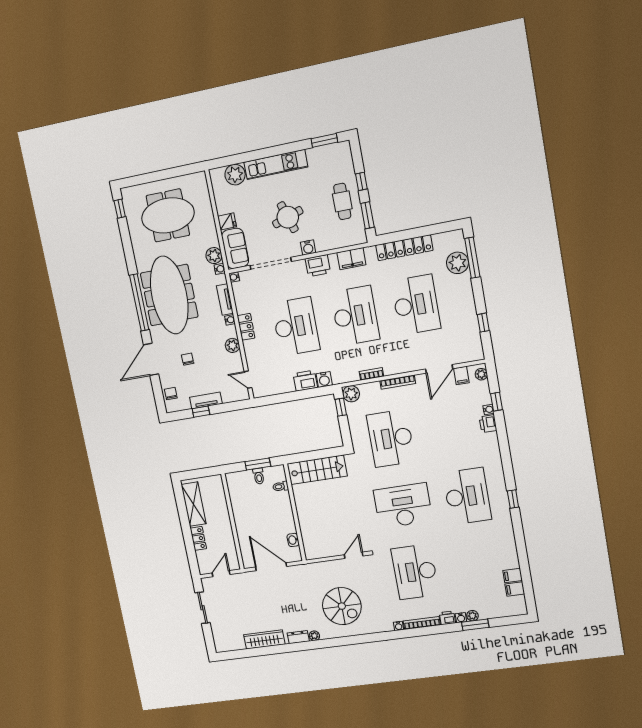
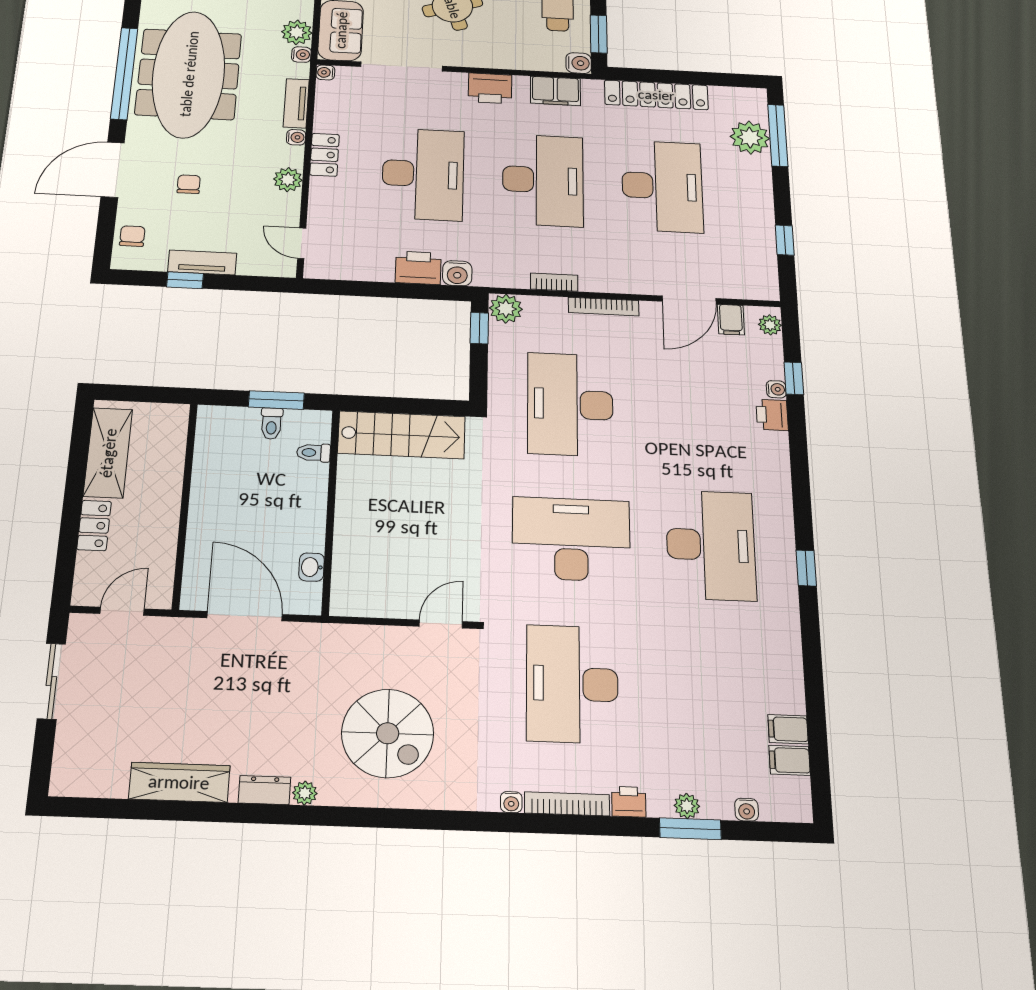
water cooler: (308, 248) -> (579, 63), moved, turned -90
water cooler: (461, 618) -> (747, 810), moved

